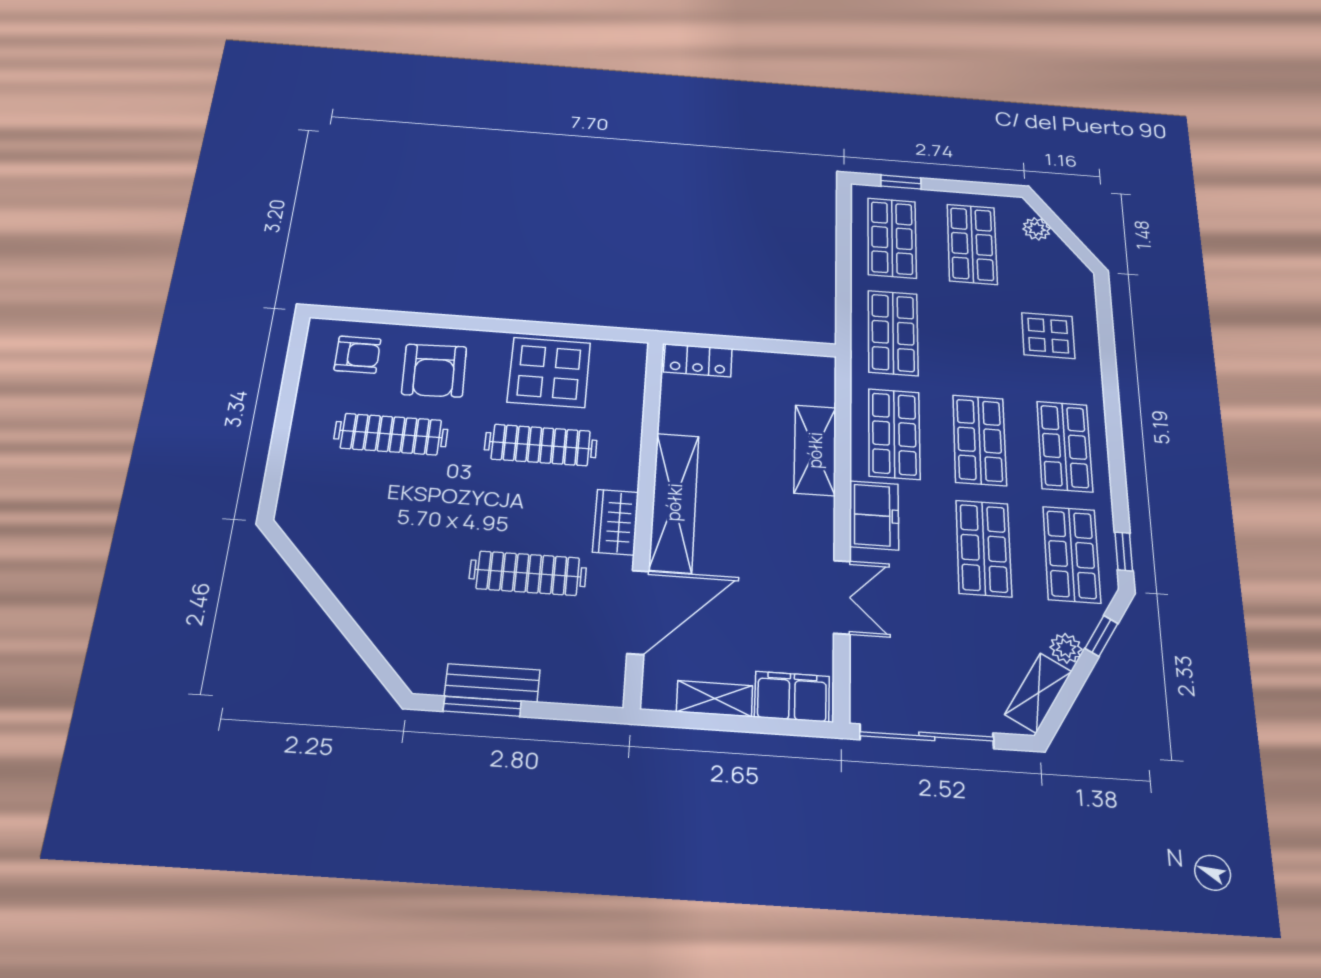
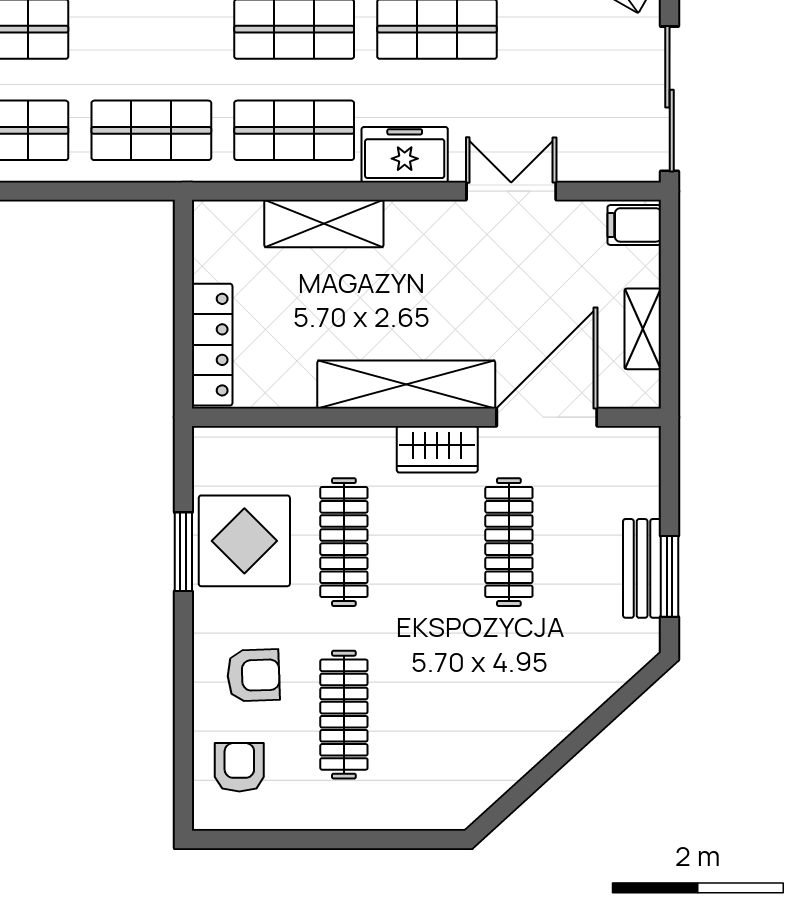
window: (544, 329) -> (183, 552), added
locker: (698, 360) -> (212, 345), width x1.53
armchair: (434, 371) -> (253, 675), width x0.72, depth x0.72
door: (638, 612) -> (547, 417), hinge flipped
filing cabinet: (792, 697) -> (634, 225), width x0.50

